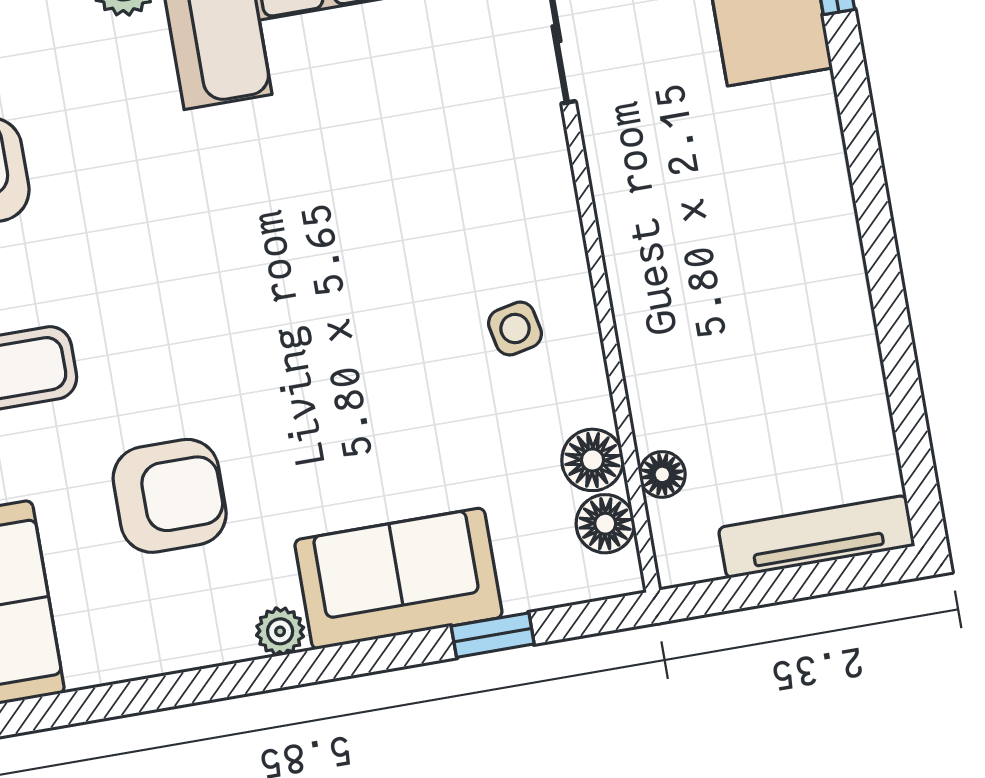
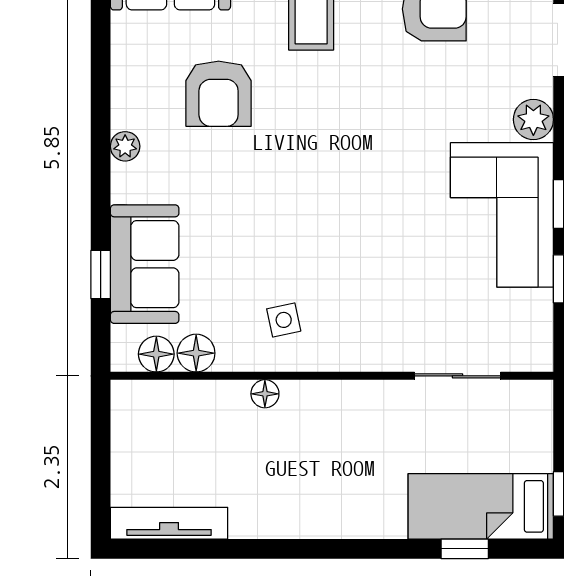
floor lamp: (662, 474) -> (265, 394), moved
tv unit: (817, 537) -> (169, 523), moved, turned -90
sofa: (398, 579) -> (145, 264), moved

